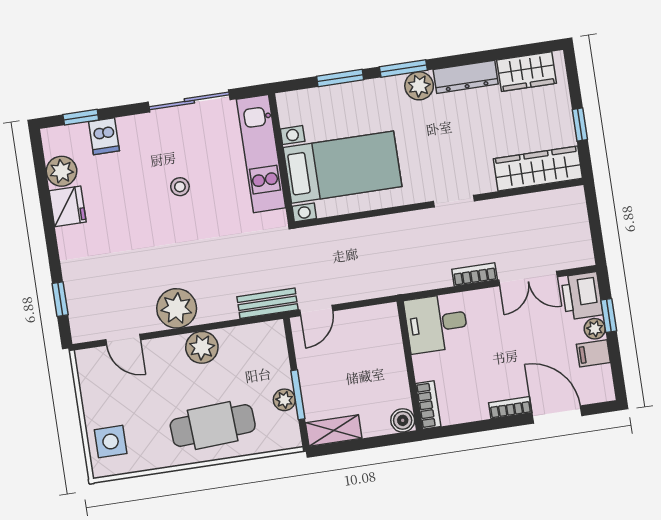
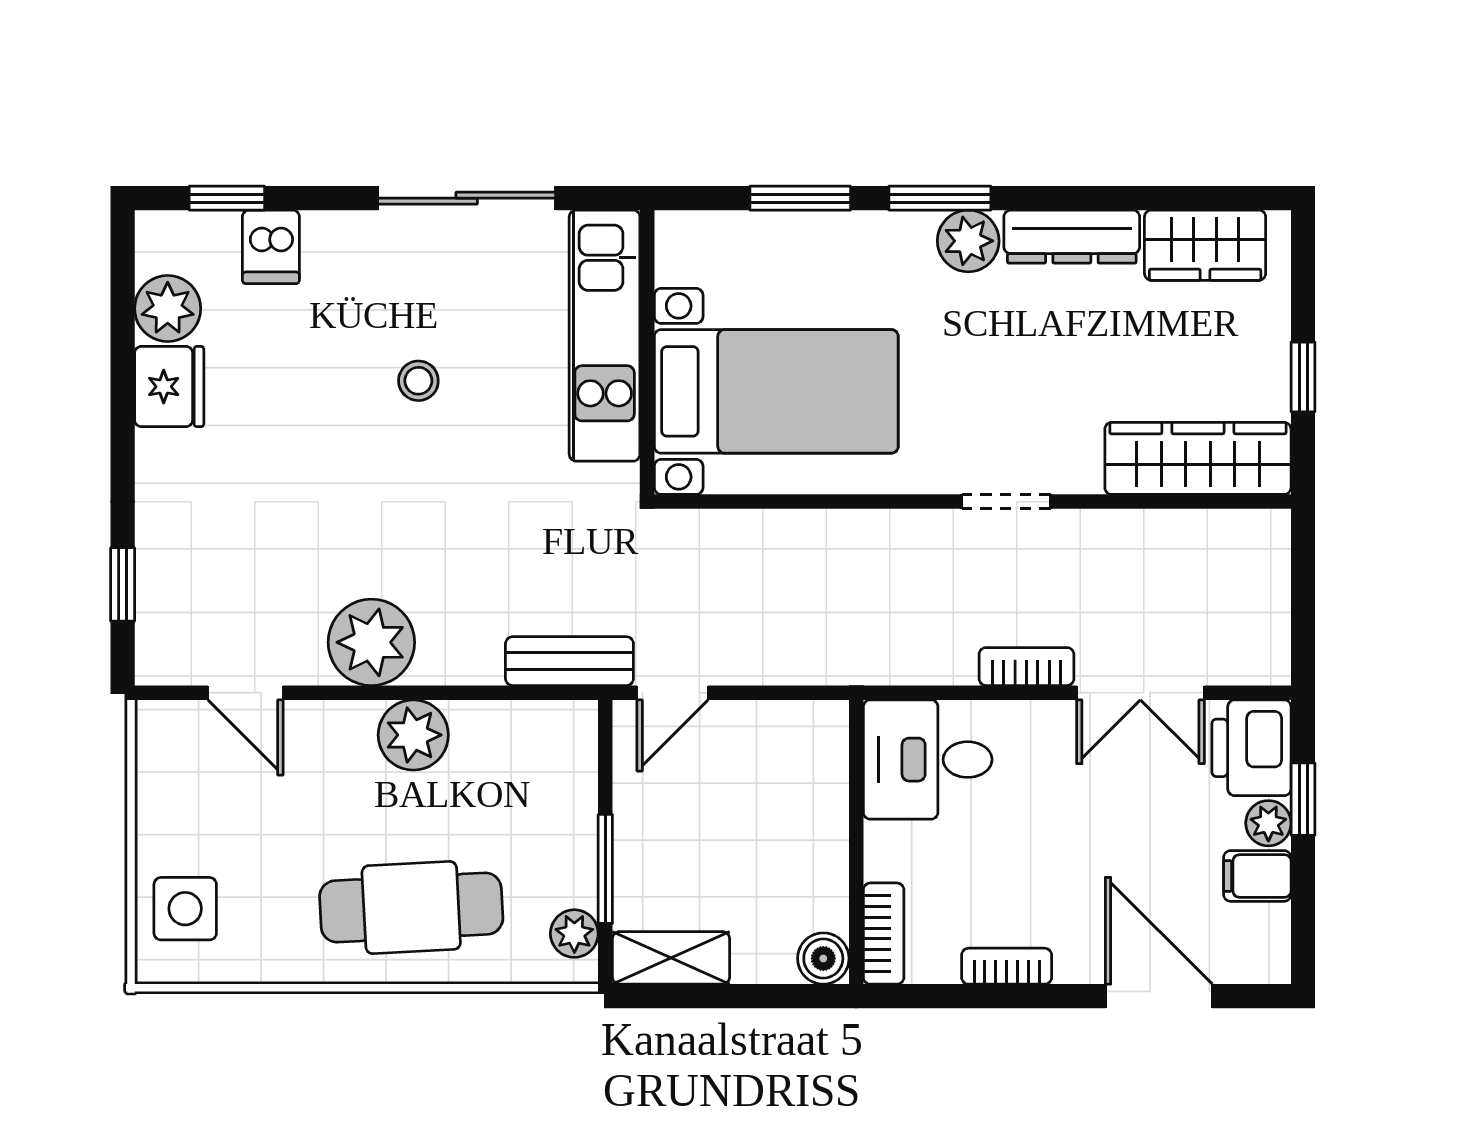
plant: (284, 400) -> (574, 934), moved
bookcase: (510, 408) -> (1007, 966), moved

